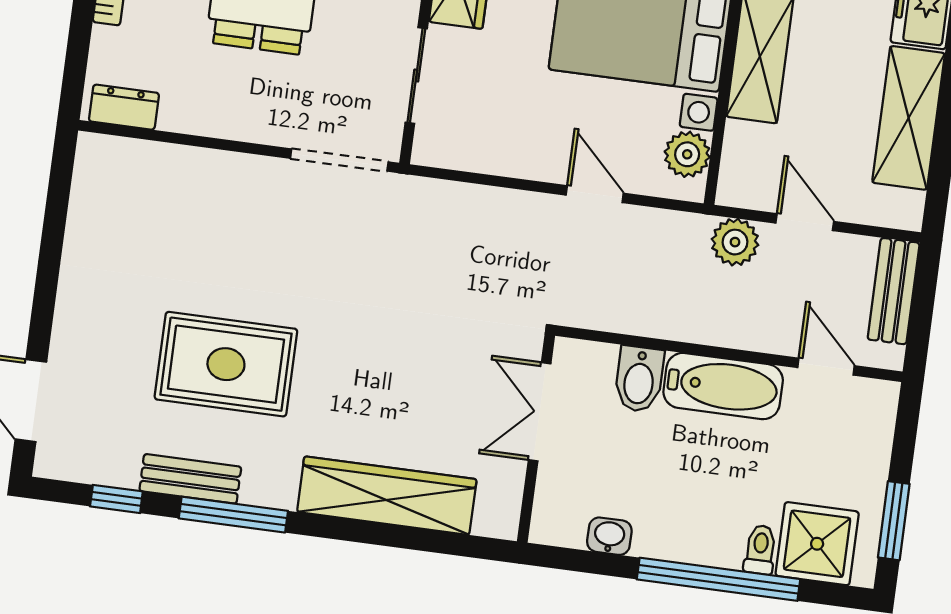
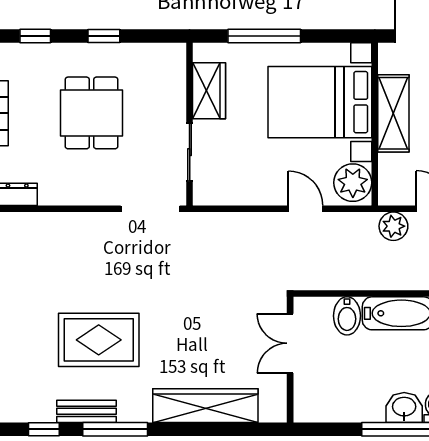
plant: (687, 154) -> (353, 183), width x1.36, depth x1.36
washbasin: (609, 536) -> (404, 407), moved, width x1.38, depth x1.45

